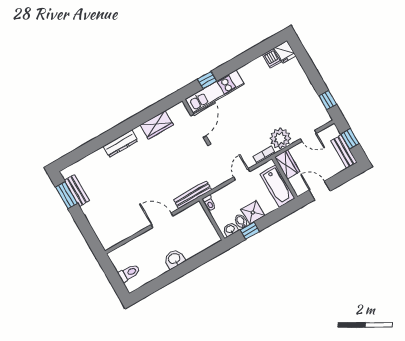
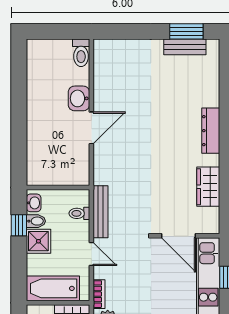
bench: (193, 195) -> (101, 212), moved
toilet: (209, 203) -> (79, 213), moved
washbasin: (174, 259) -> (79, 98), moved, turned 180
toilet: (129, 273) -> (81, 53), moved

